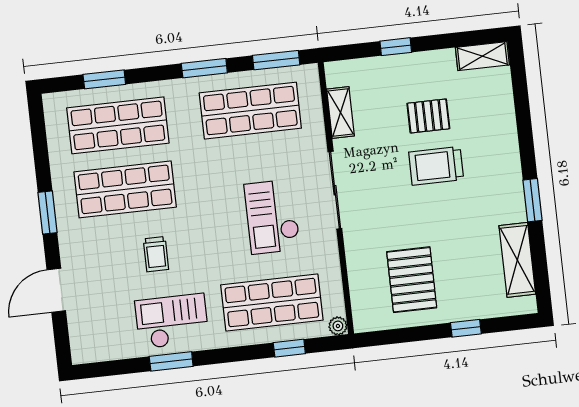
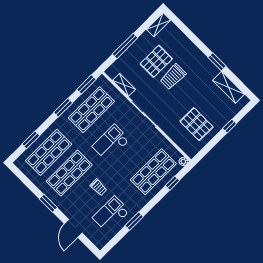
window: (396, 47) -> (125, 46), width x2.17
pallet: (428, 116) -> (156, 61), width x1.50, depth x1.42
checkout: (272, 217) -> (111, 143), moved, turned 90
checkout: (172, 321) -> (111, 214), moved

